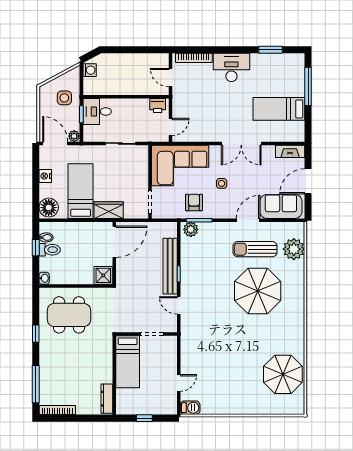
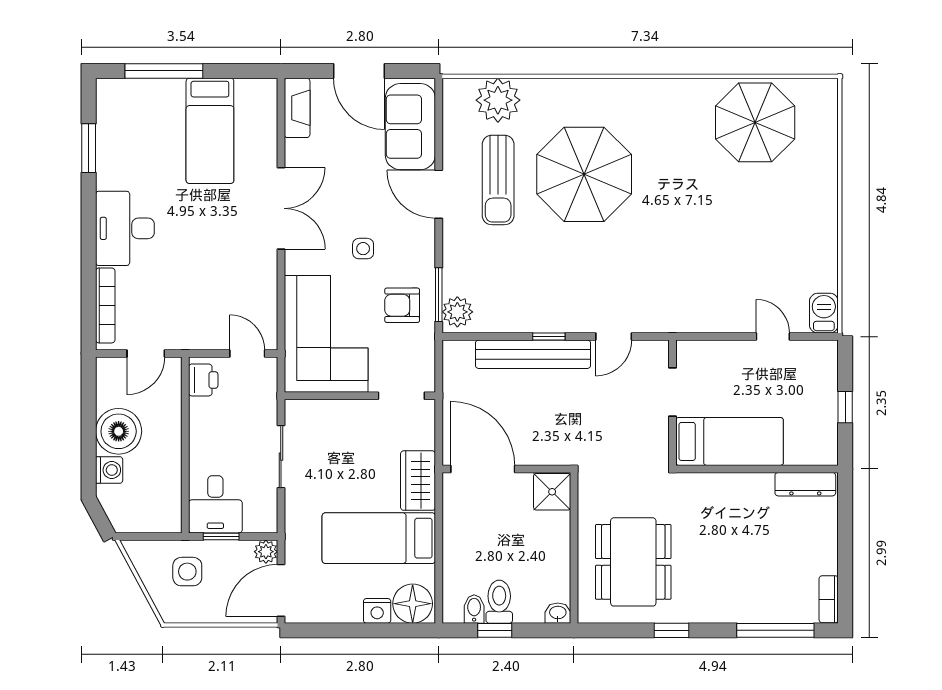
boiler: (133, 64) -> (119, 431), added
washing machine: (90, 70) -> (109, 470), moved, turned 90
nightstand: (45, 176) -> (377, 611), moved
bookcase: (57, 410) -> (829, 599), width x0.64

